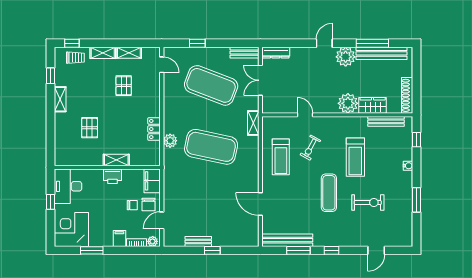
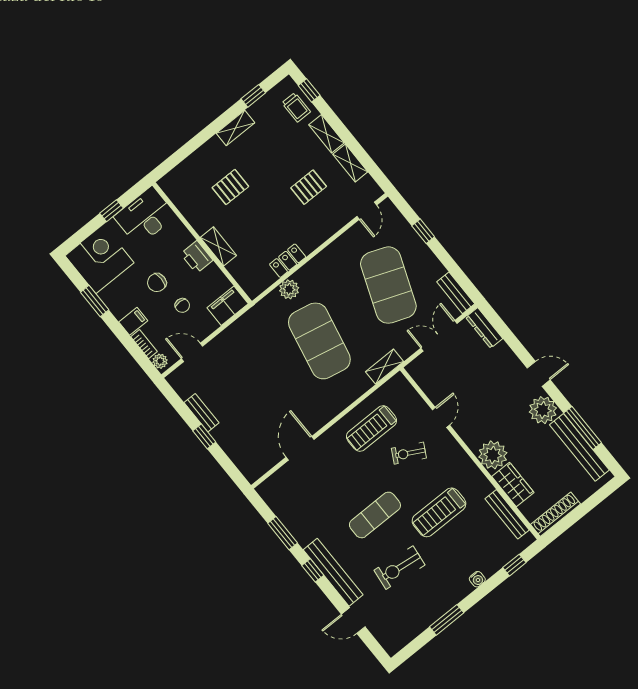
exercise bike: (368, 203) -> (399, 568), turned 97
chair: (149, 205) -> (157, 283), moved
bench: (287, 240) -> (333, 572), moved

